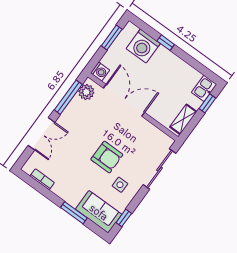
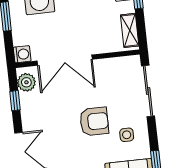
window: (68, 97) -> (15, 101), width x0.46
double door: (124, 100) -> (65, 60), swing flipped

